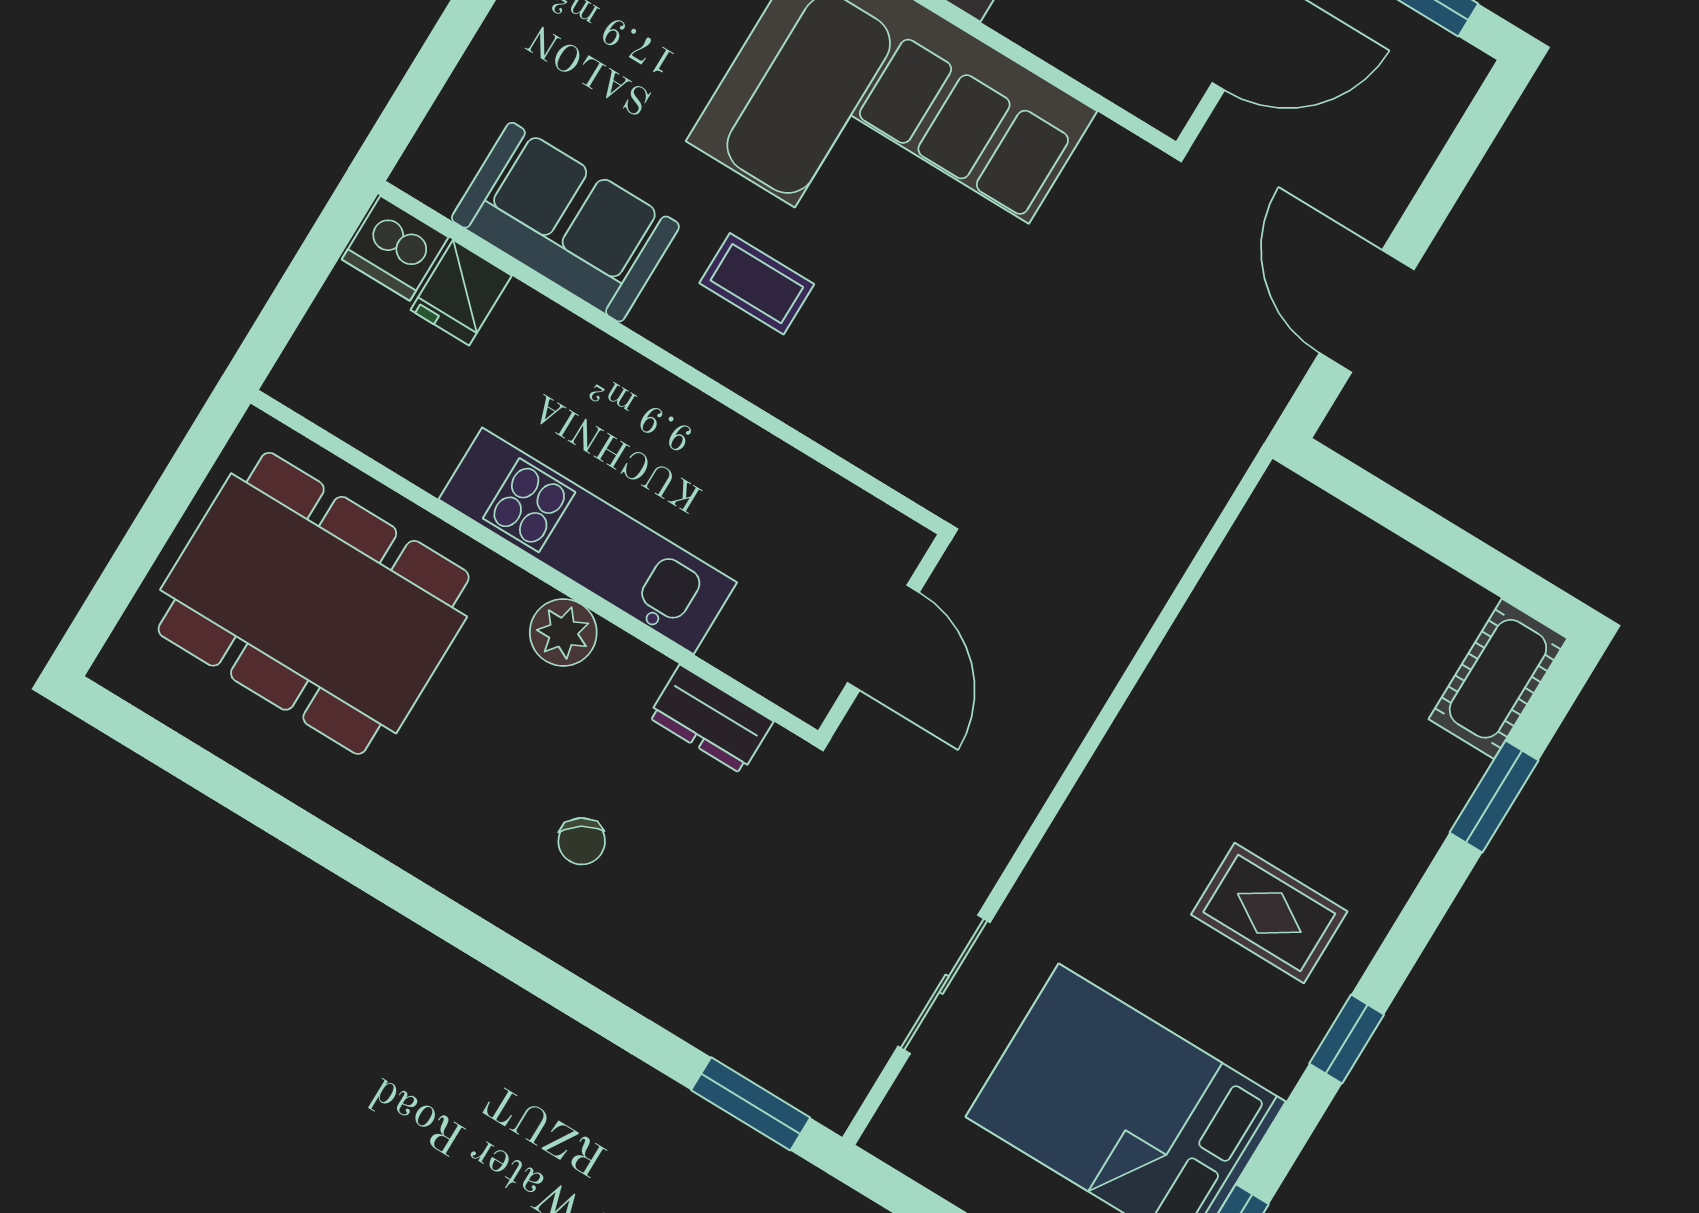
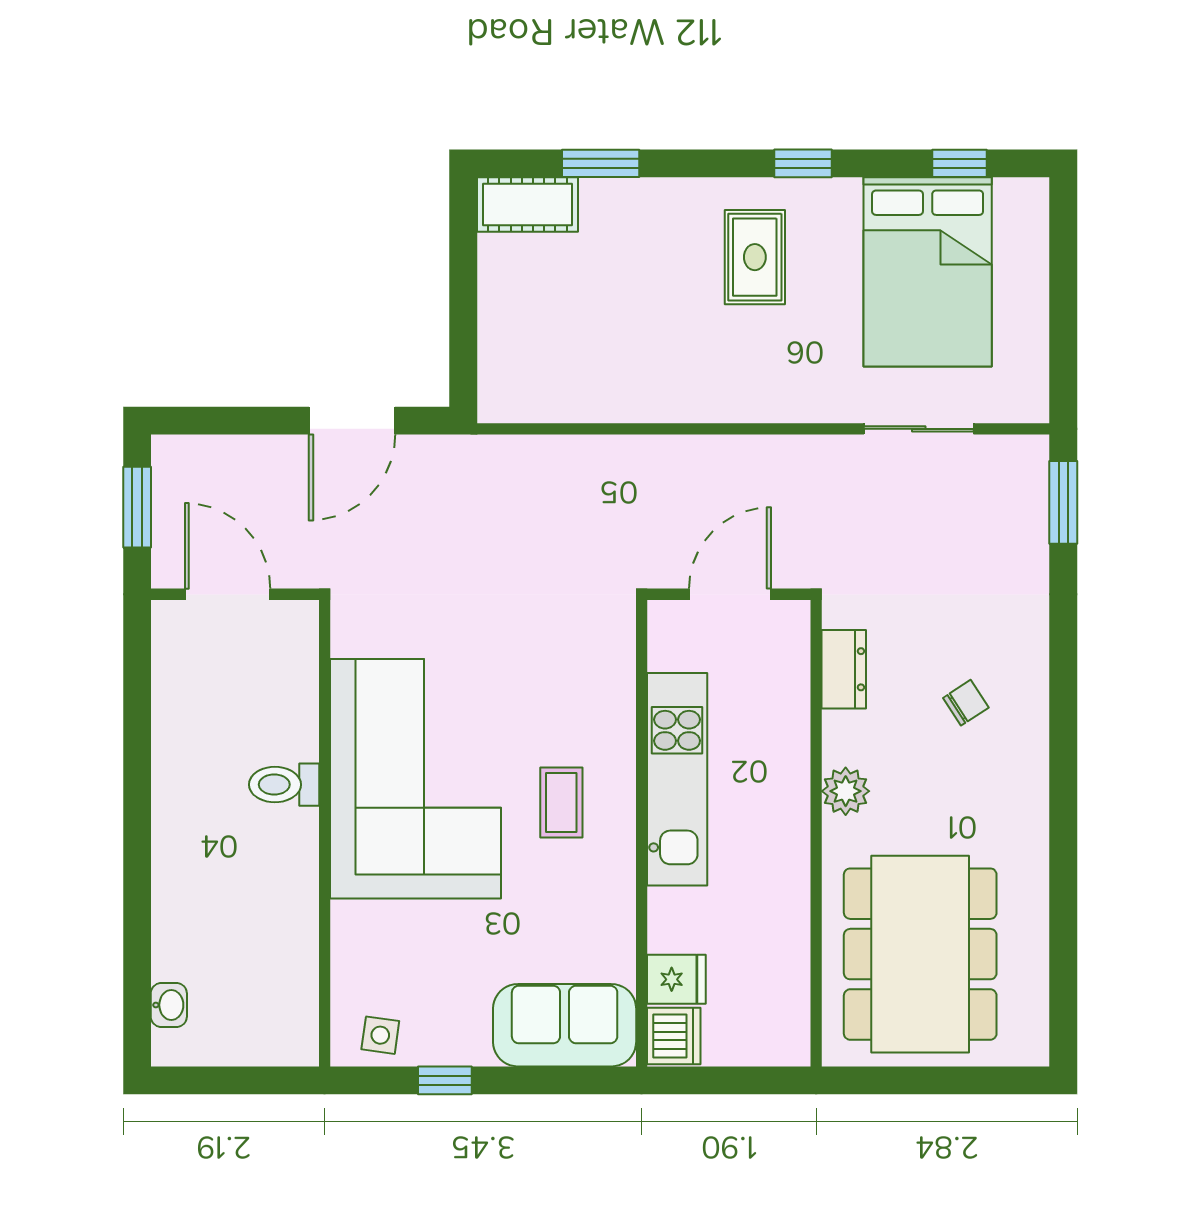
sofa: (565, 222) -> (565, 1025), moved, turned 90
kitchen unit: (588, 541) -> (677, 779), moved, turned 180

